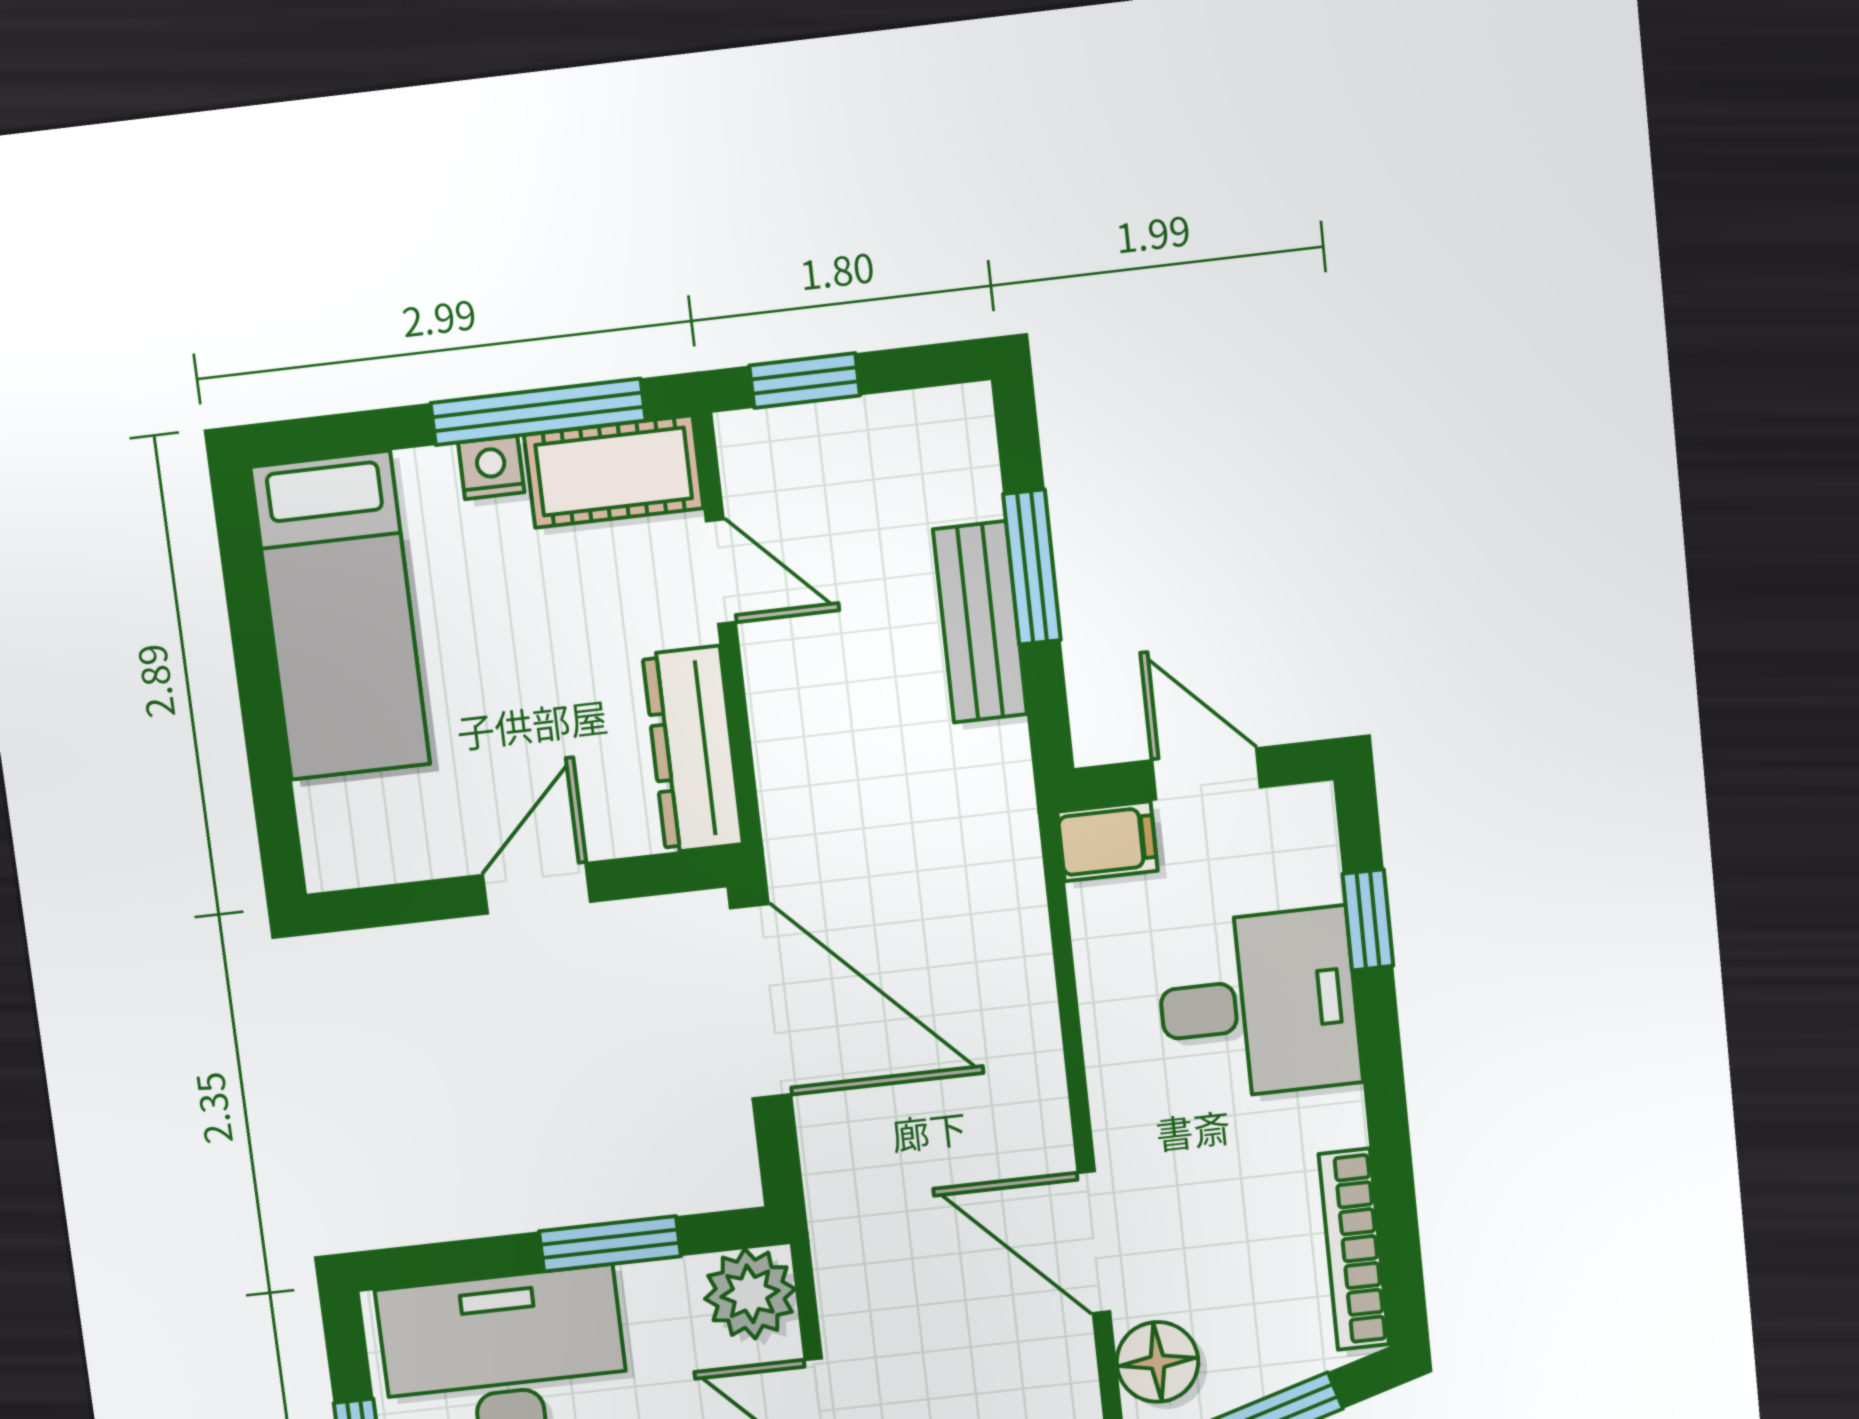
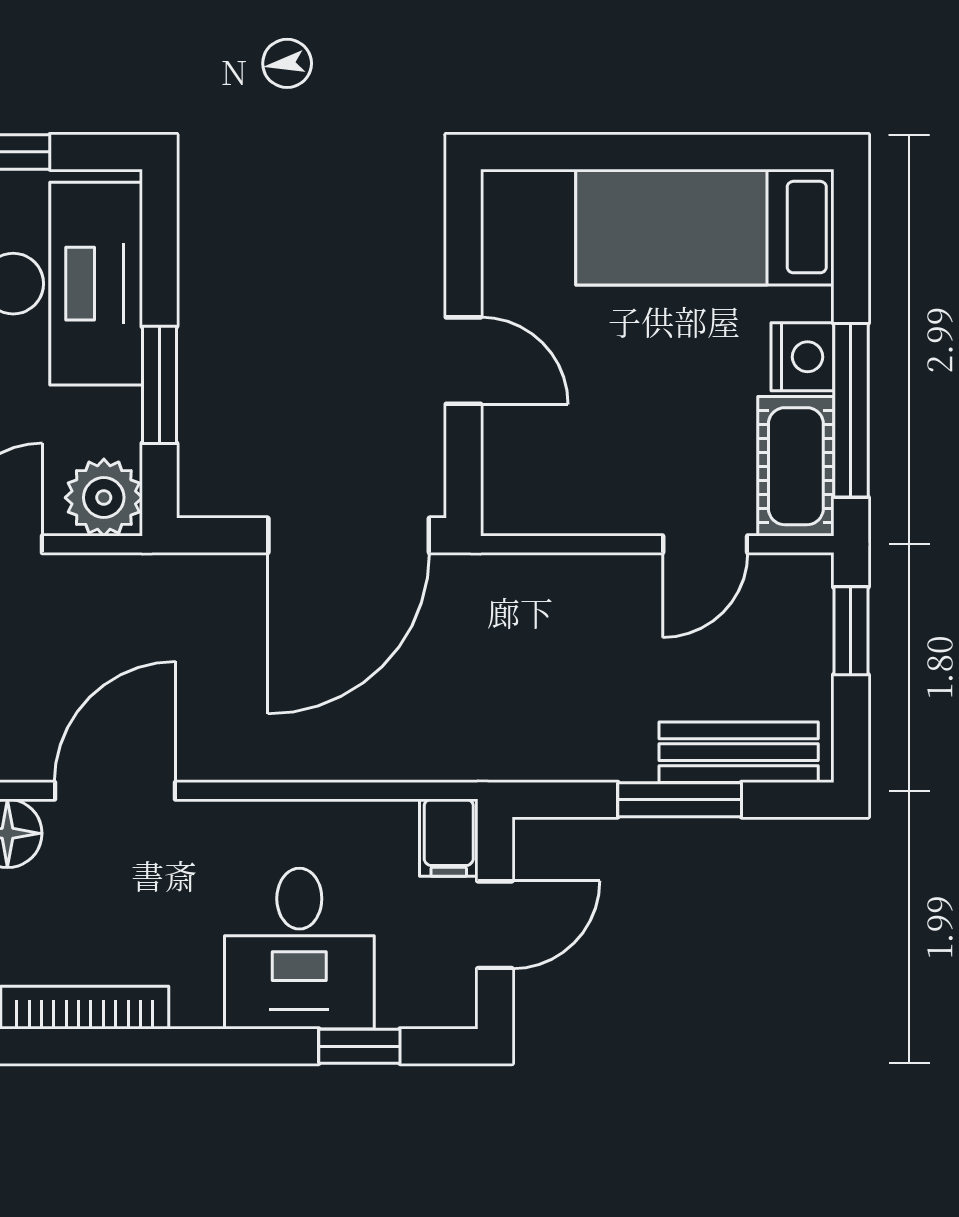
nightstand: (491, 467) -> (802, 357), width x1.39, depth x1.35
bench: (980, 622) -> (739, 752), moved
dresser: (693, 749) -> (563, 504), removed

